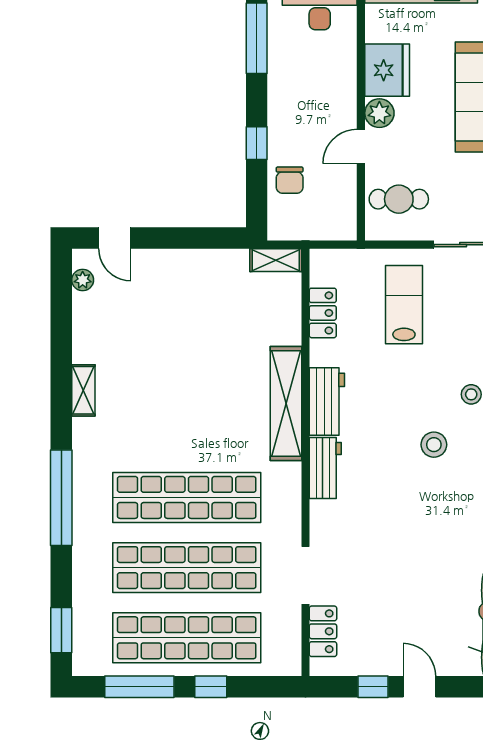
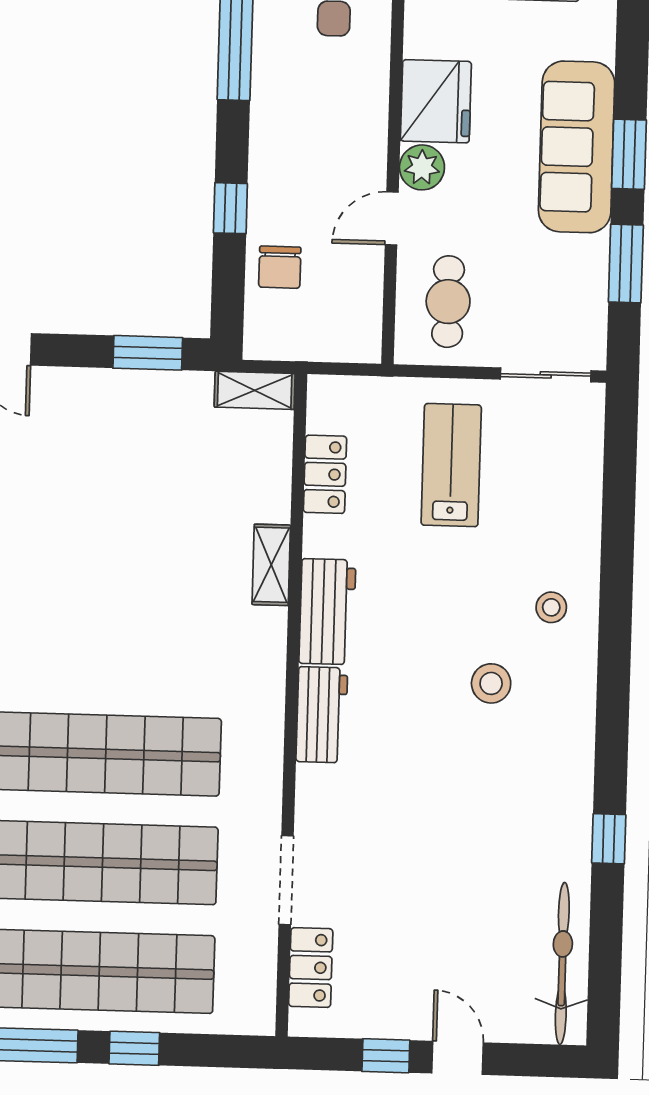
cafe table: (399, 199) -> (448, 302), turned 90
window: (206, 238) -> (148, 353), added
shelving: (286, 403) -> (271, 565), width x0.45, depth x0.75

